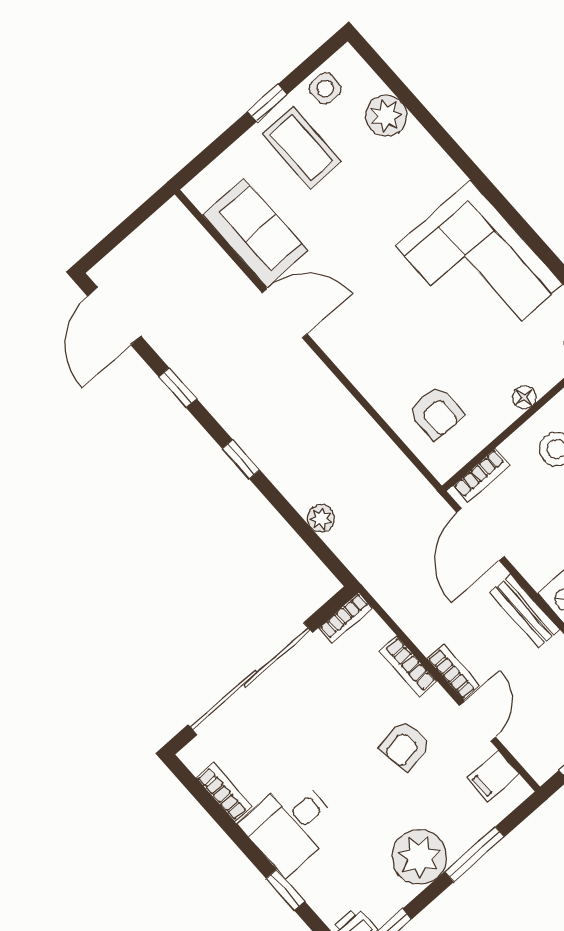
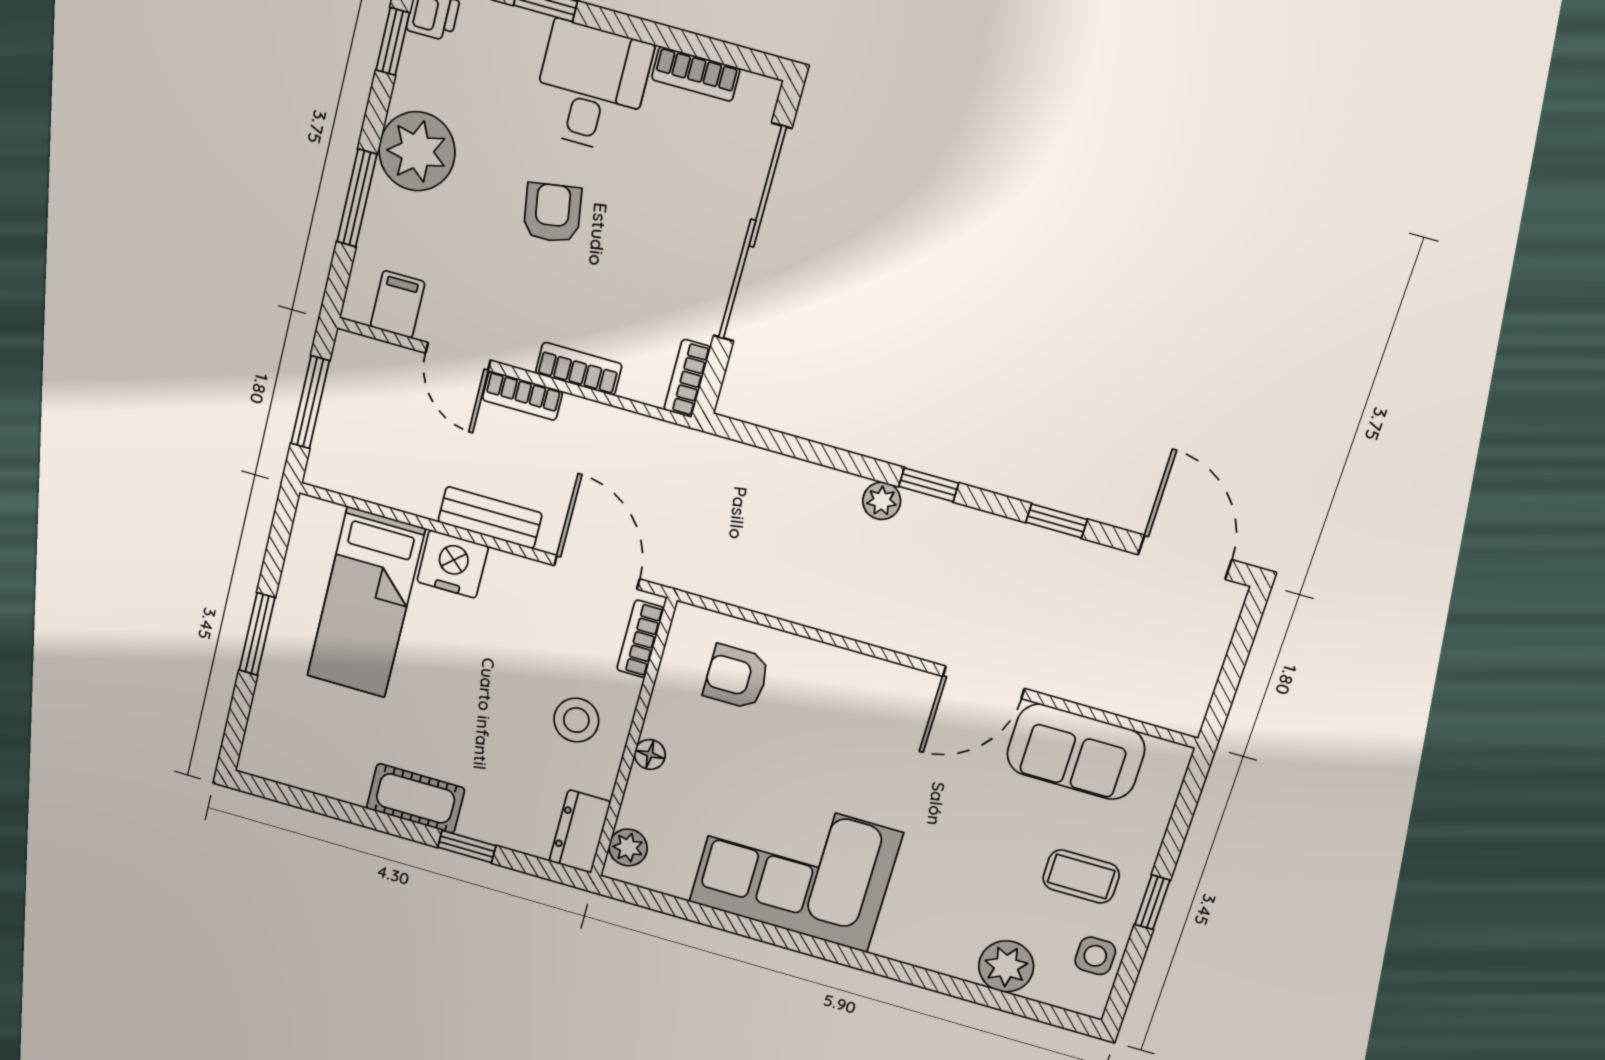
coffee table: (302, 148) -> (1081, 877), width x0.73, depth x0.77
plant: (321, 519) -> (882, 501), moved
armchair: (405, 746) -> (552, 213), moved

